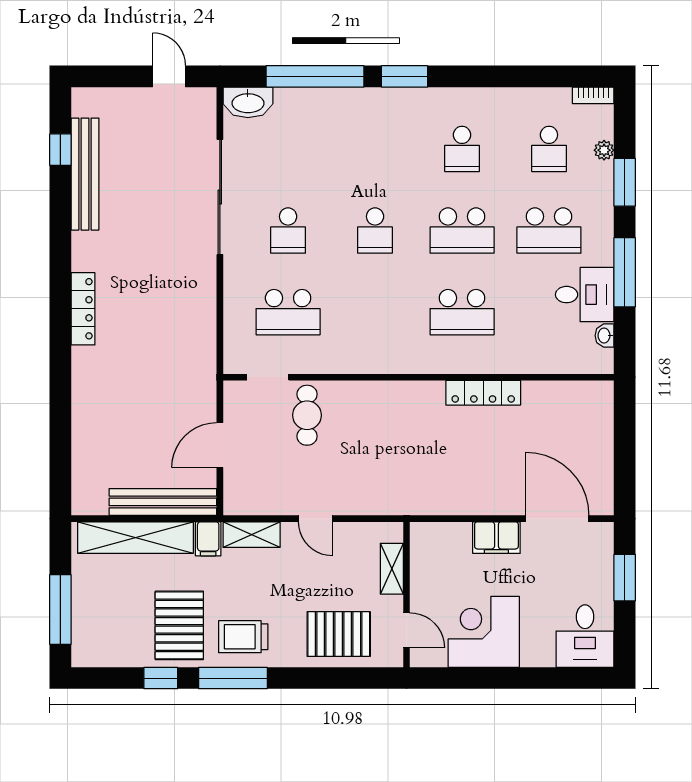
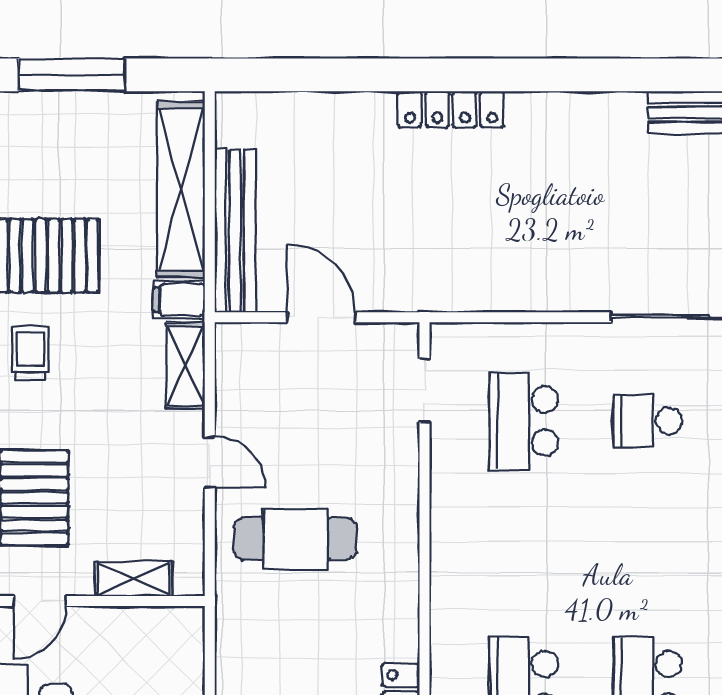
school desk: (375, 231) -> (648, 553), removed
locker: (83, 309) -> (451, 109), moved
cafe table: (307, 415) -> (295, 539), moved, width x1.37, depth x1.35
door: (315, 519) -> (210, 463), swing flipped
trolley: (243, 637) -> (30, 353), width x0.73, depth x0.72

